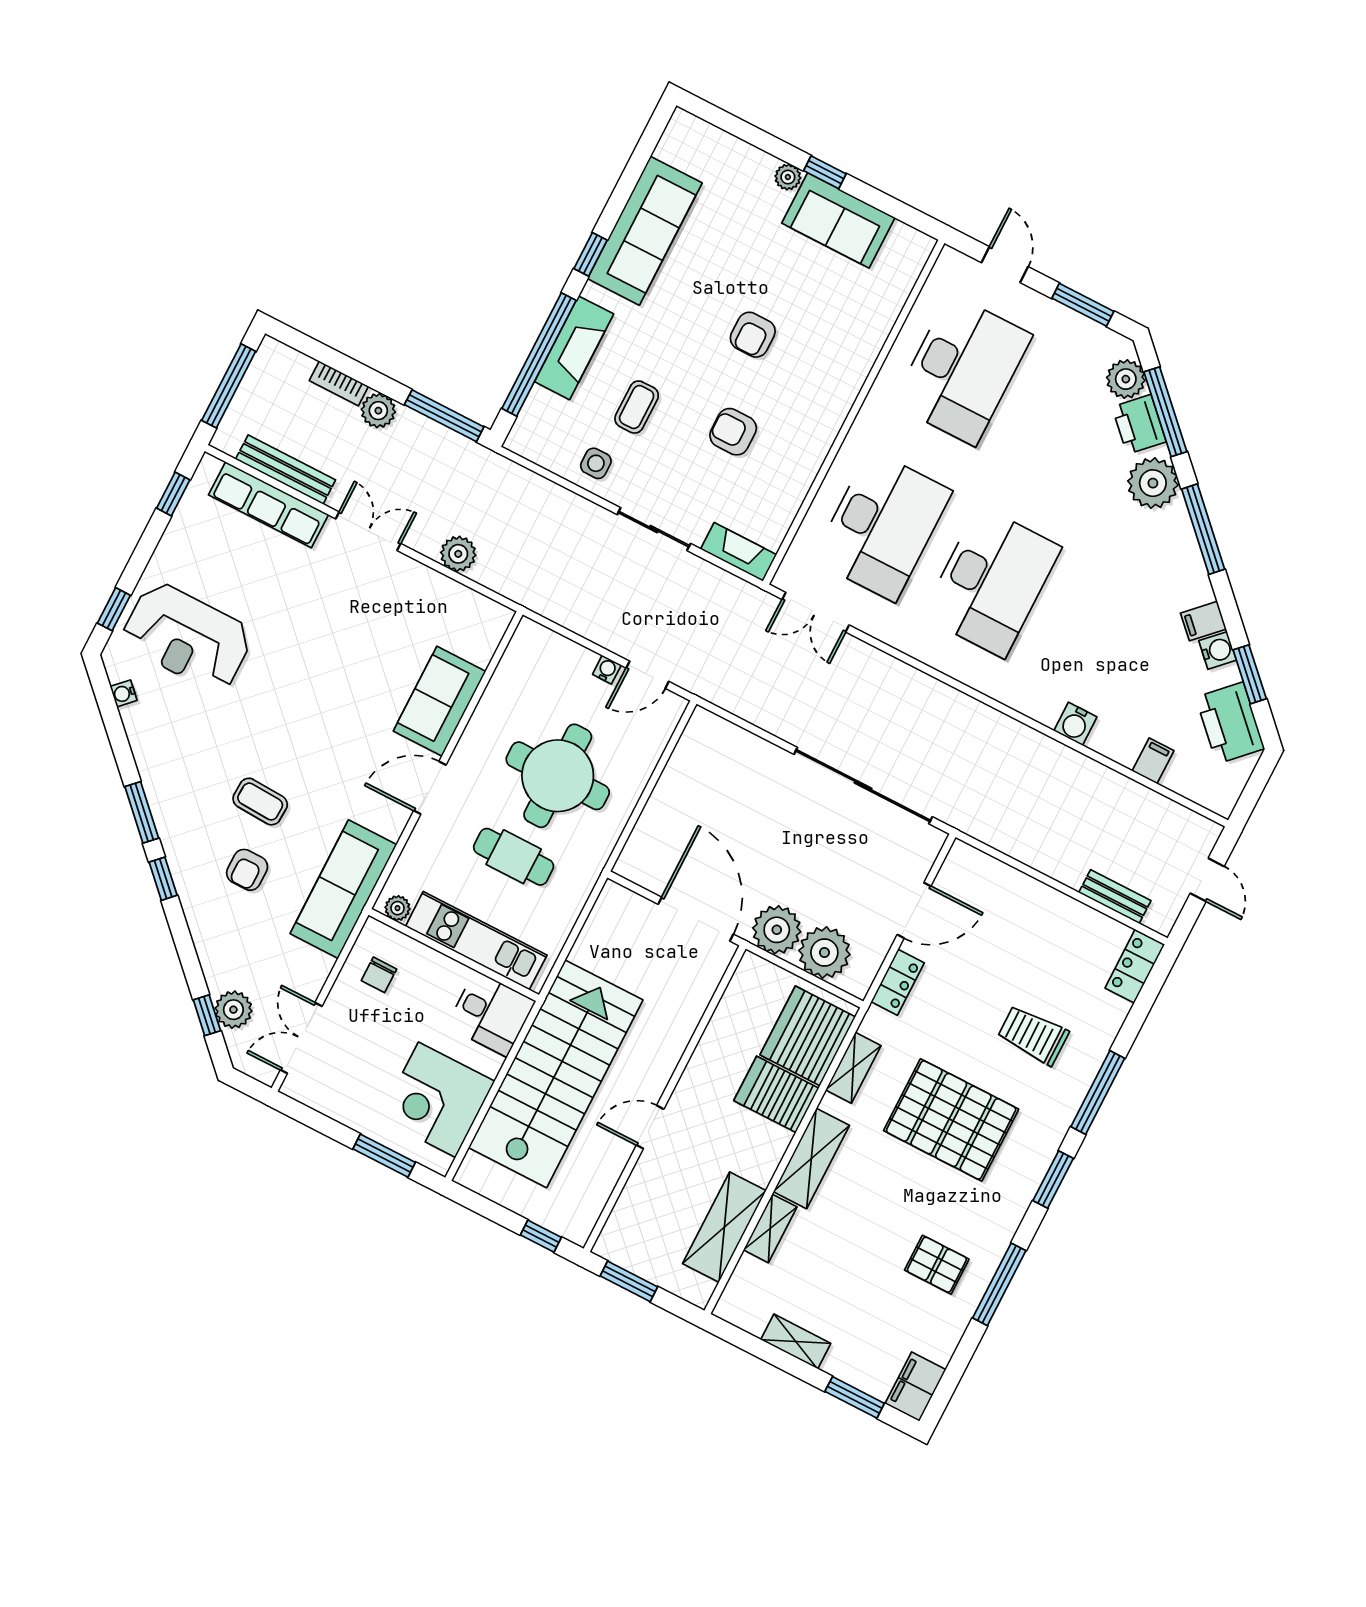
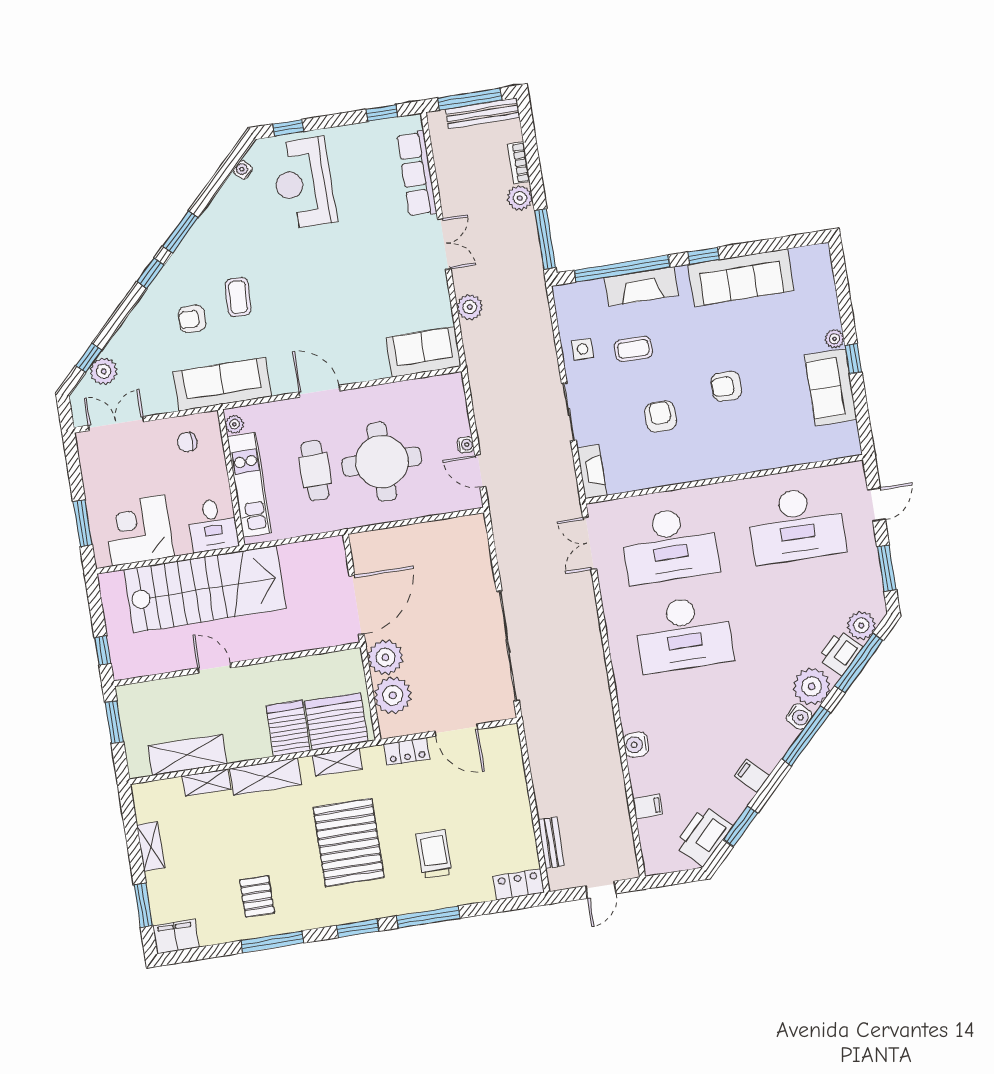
bench: (286, 470) -> (483, 113), moved, turned 90
water cooler: (1218, 650) -> (799, 716), moved
sofa: (440, 701) -> (423, 352), moved

